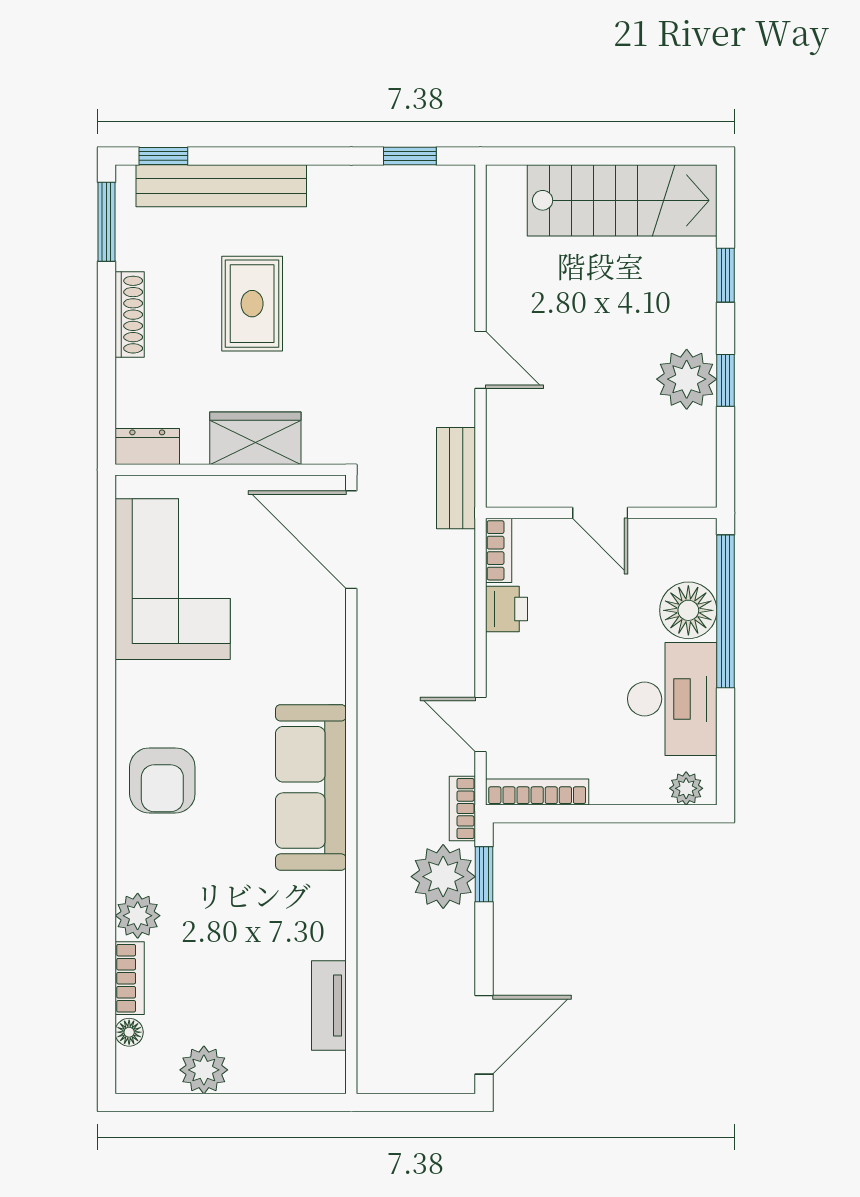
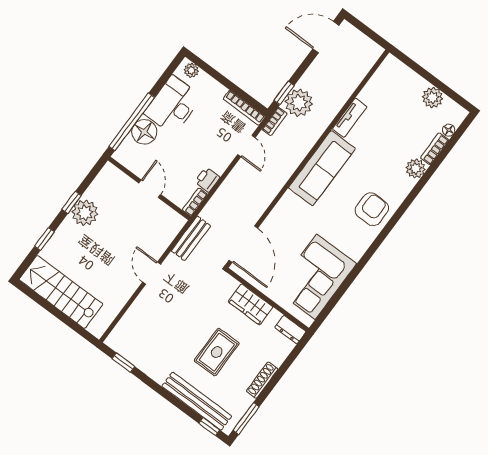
tv unit: (329, 1006) -> (350, 118), moved

